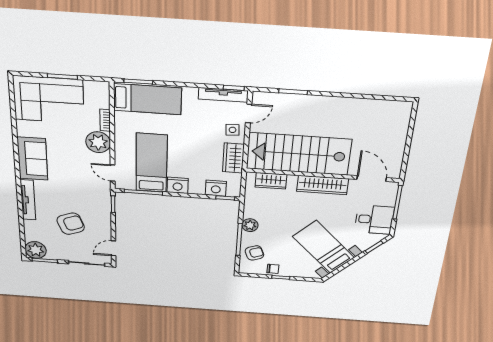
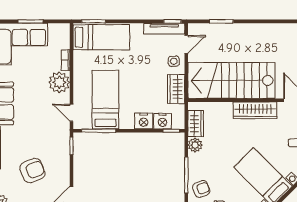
wardrobe: (271, 181) -> (196, 124), moved, turned -90
nightstand: (178, 185) -> (144, 121), moved
plant: (250, 225) -> (195, 145), moved

